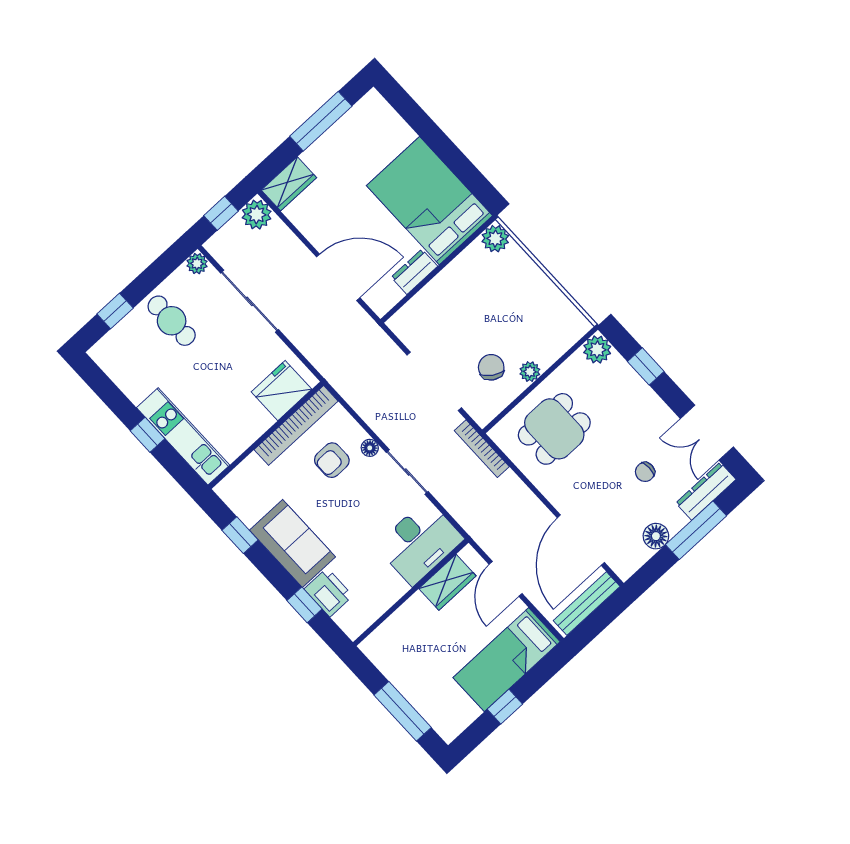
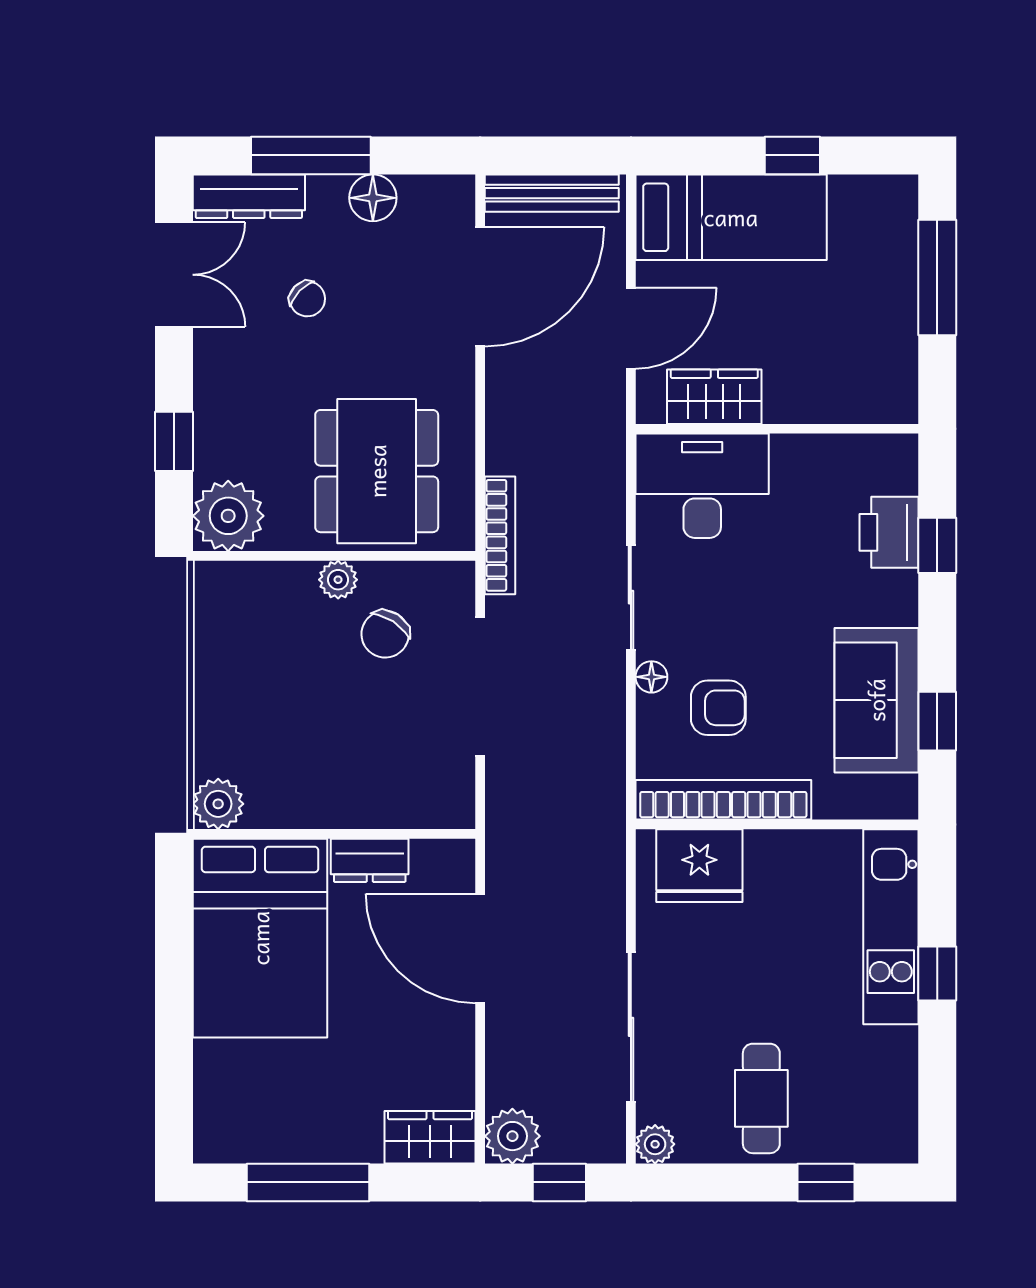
plant: (597, 350) -> (228, 516), width x1.36, depth x1.36
dining table: (554, 429) -> (377, 471), width x1.38
chair: (645, 472) -> (307, 299), turned 44
sofa: (292, 543) -> (876, 700), moved

